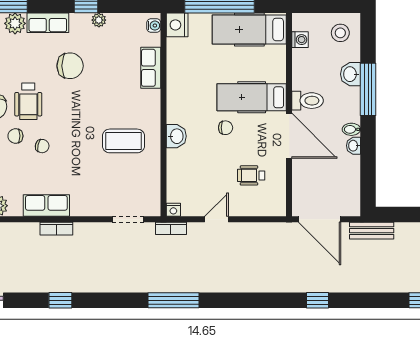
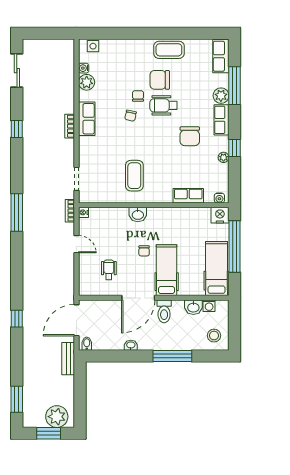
washbasin: (351, 74) -> (193, 307), moved, turned 180
bidet: (351, 129) -> (87, 344), moved

